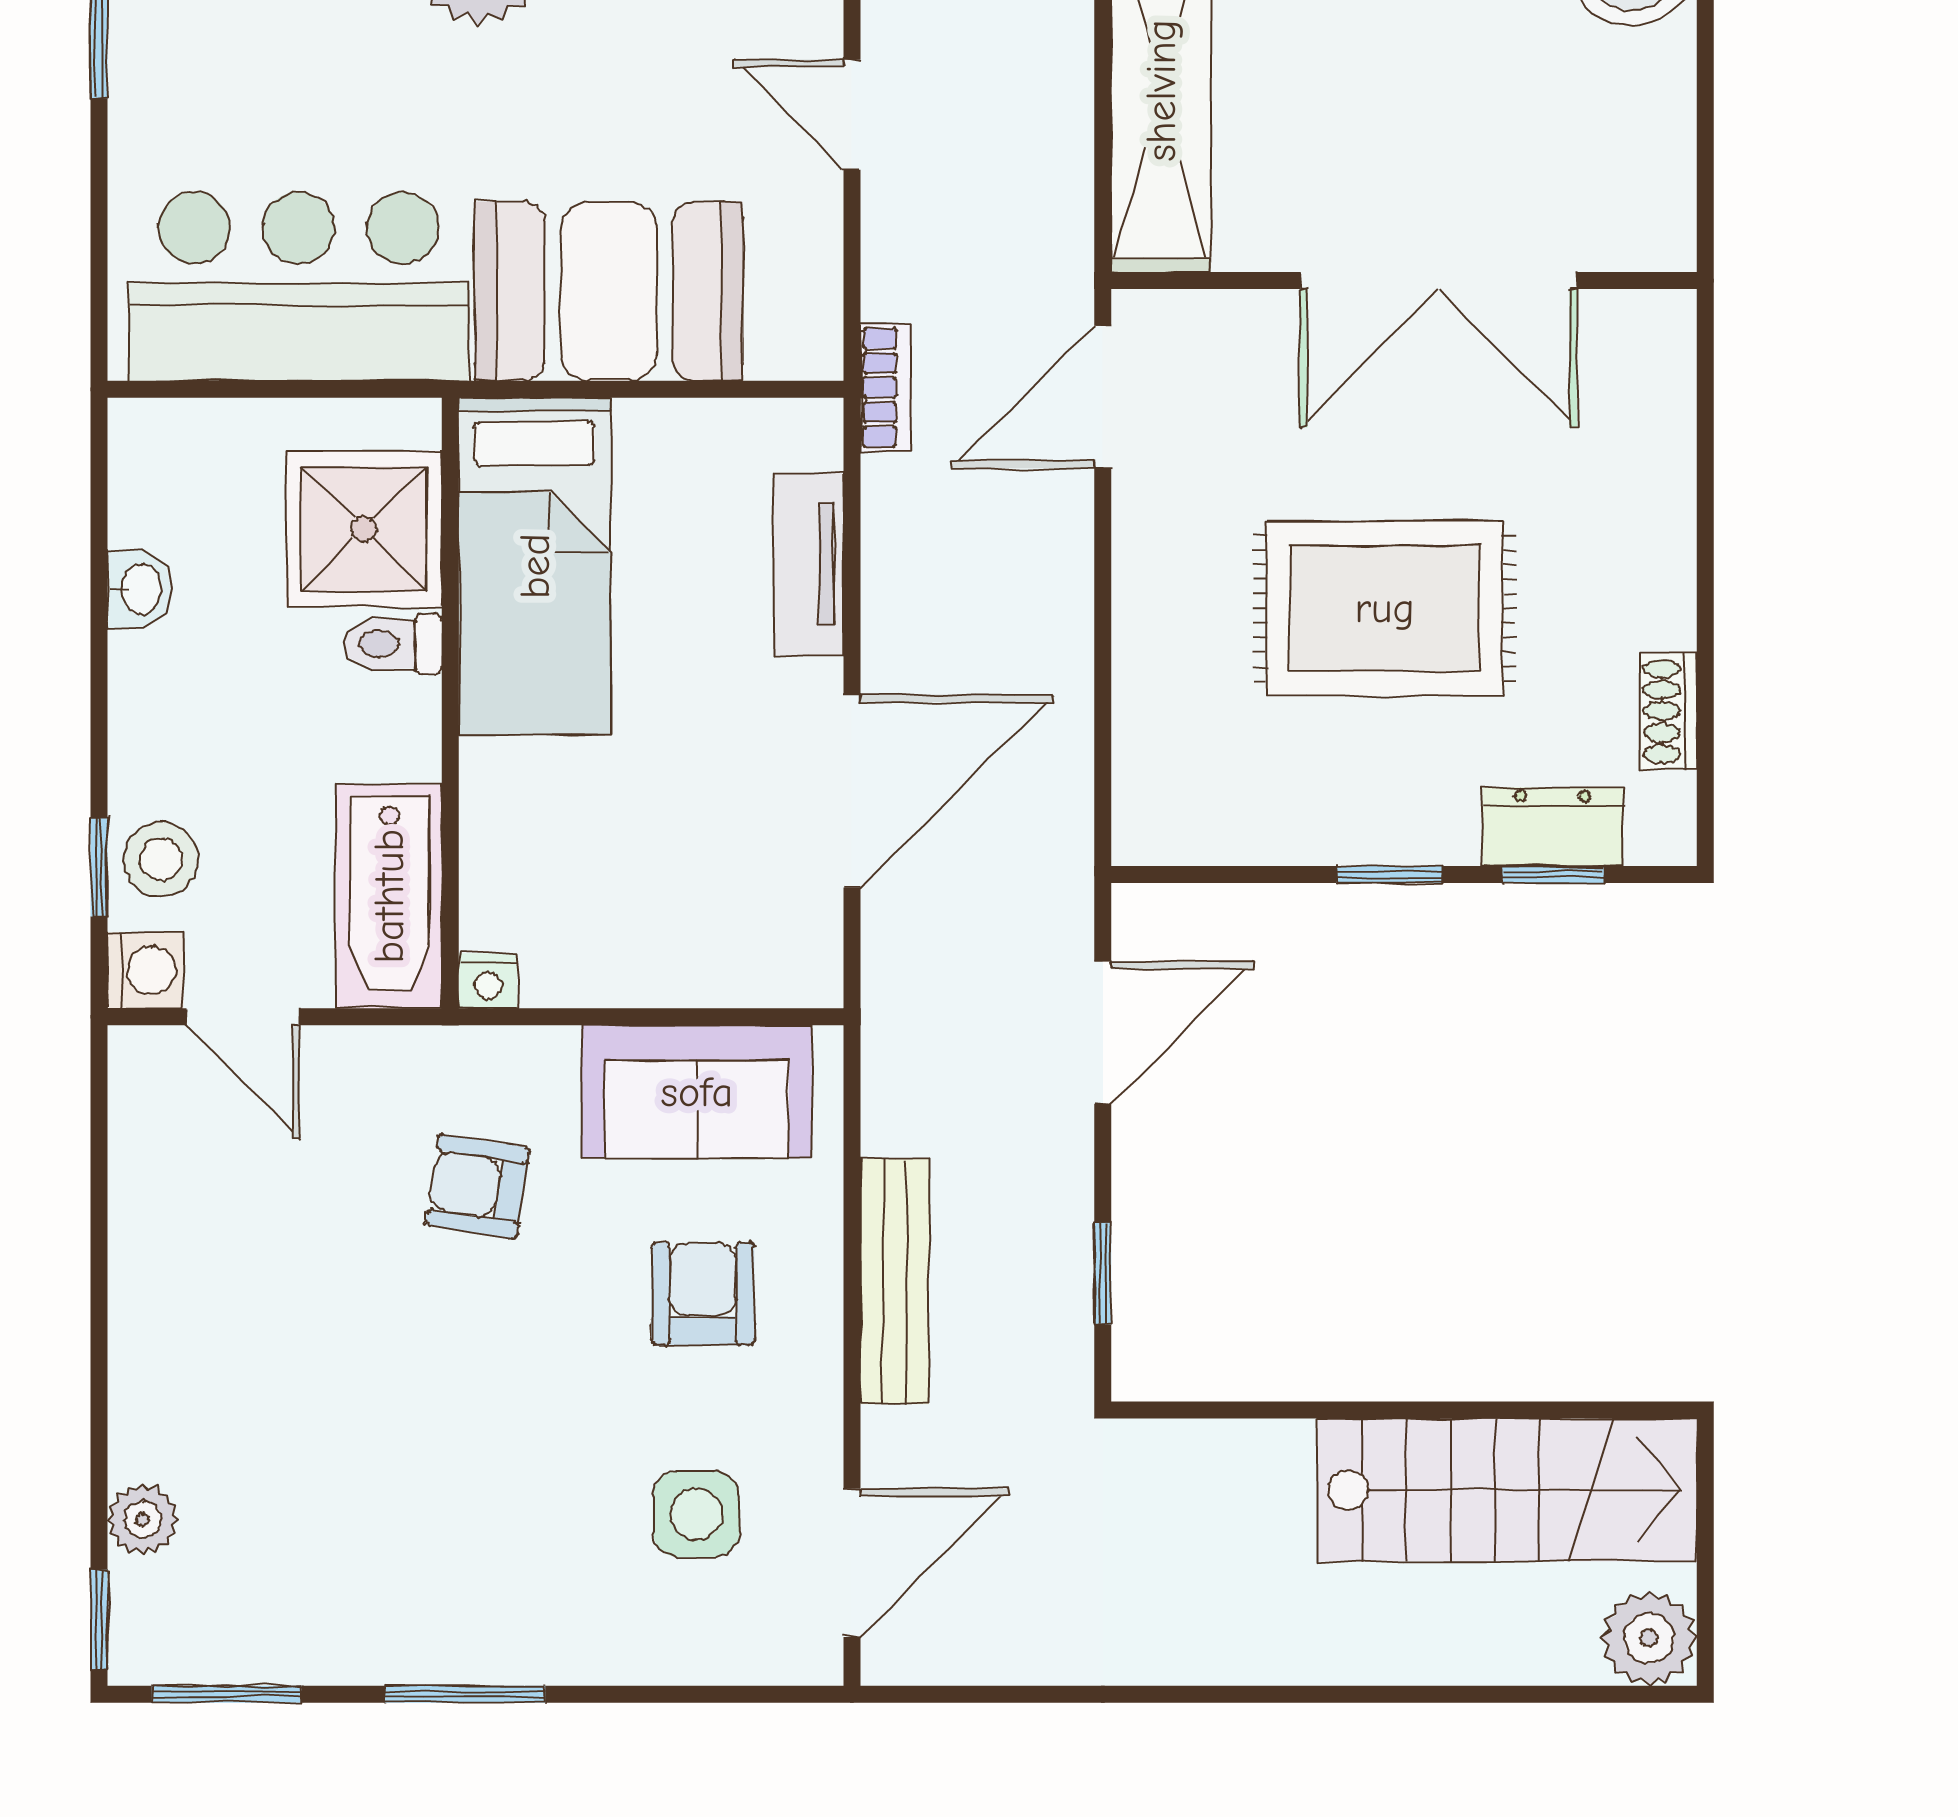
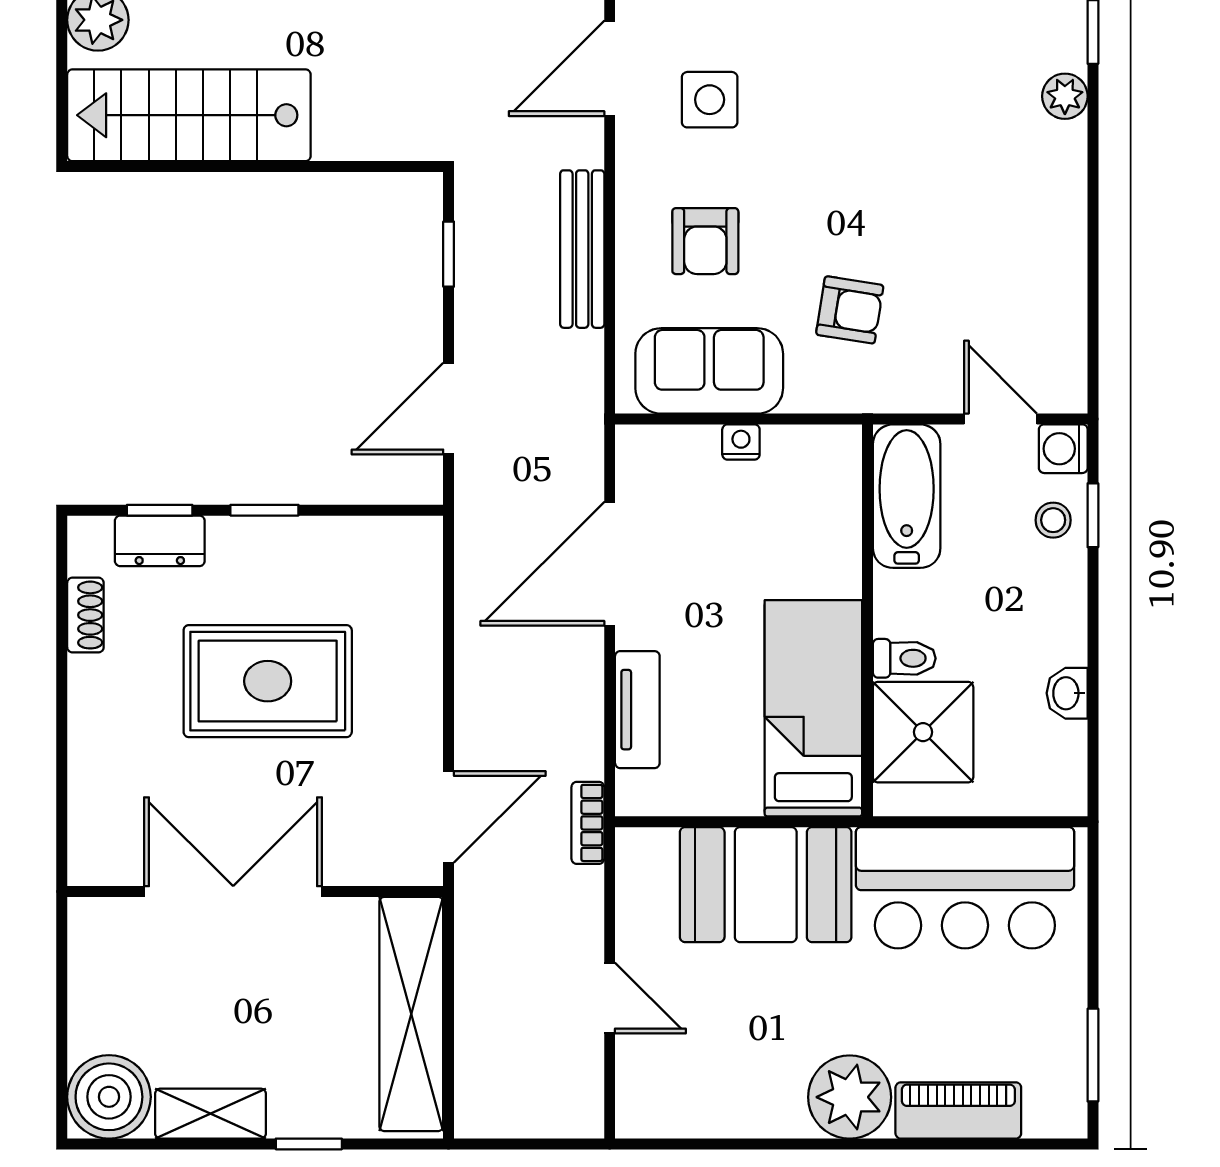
stool: (161, 859) -> (1053, 520), width x0.73, depth x0.73
nightstand: (488, 981) -> (741, 442), moved

